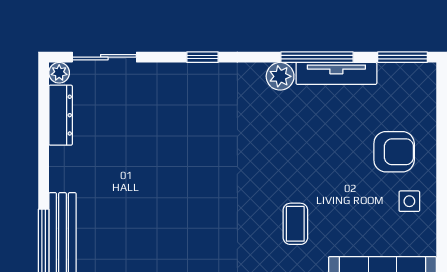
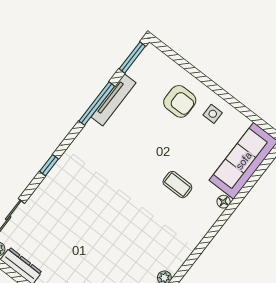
plant: (280, 76) -> (92, 131), removed
armchair: (394, 152) -> (180, 101), turned 90

